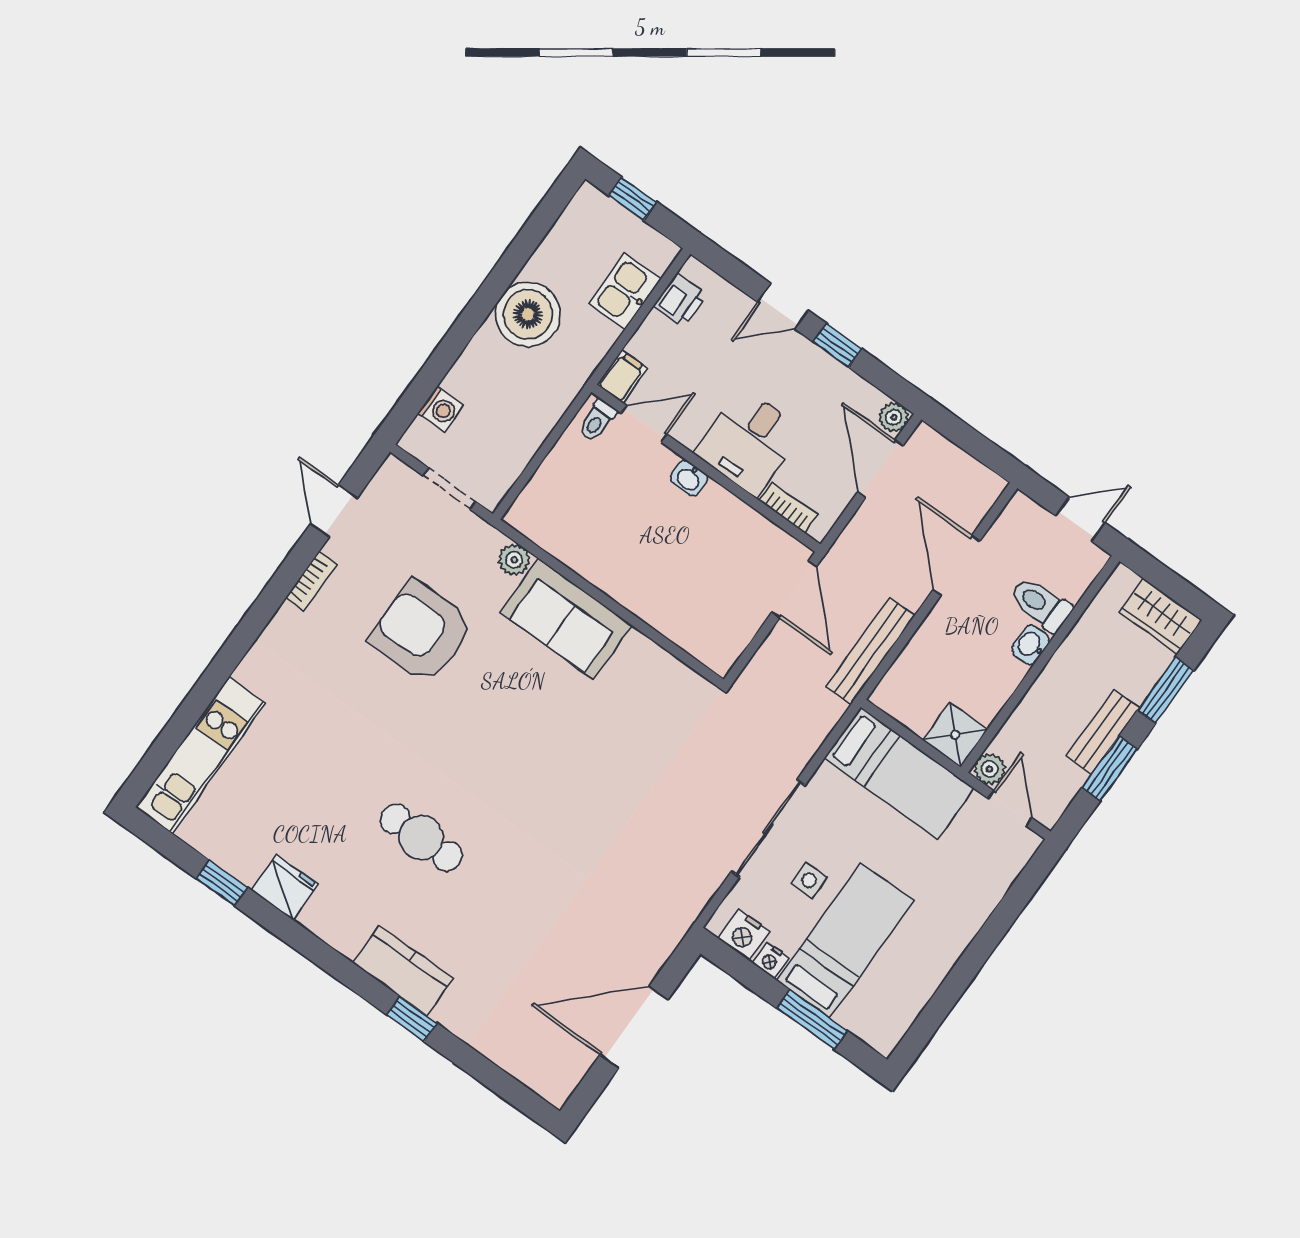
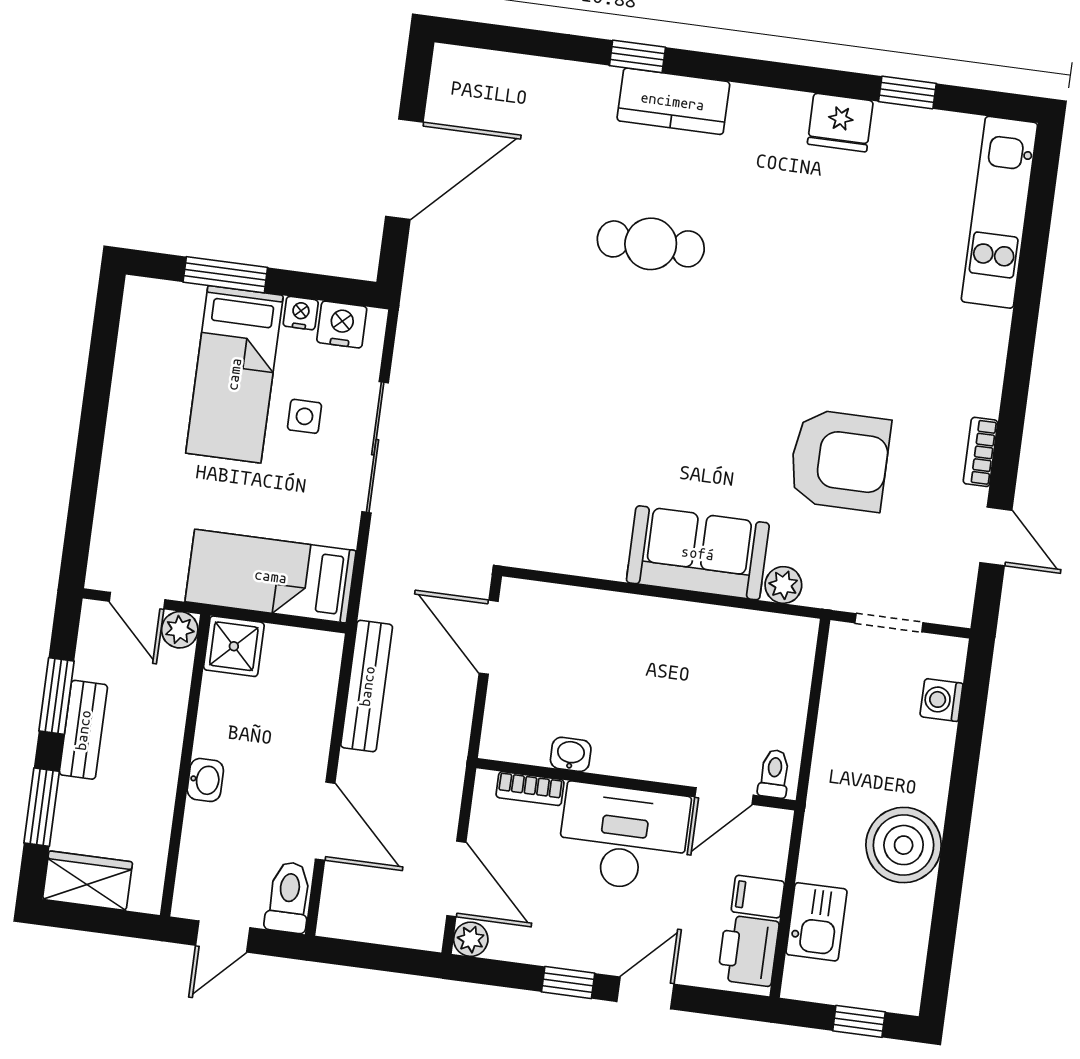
printer: (680, 300) -> (748, 951), width x1.36, depth x1.24
filing cabinet: (622, 376) -> (758, 897), moved, turned 90
desk: (749, 442) -> (623, 837), width x1.37
washbasin: (689, 478) -> (571, 754), moved
door: (794, 589) -> (489, 637), moved
toilet: (1041, 604) -> (289, 897), moved, turned -90
cafe table: (421, 838) -> (651, 244), moved

